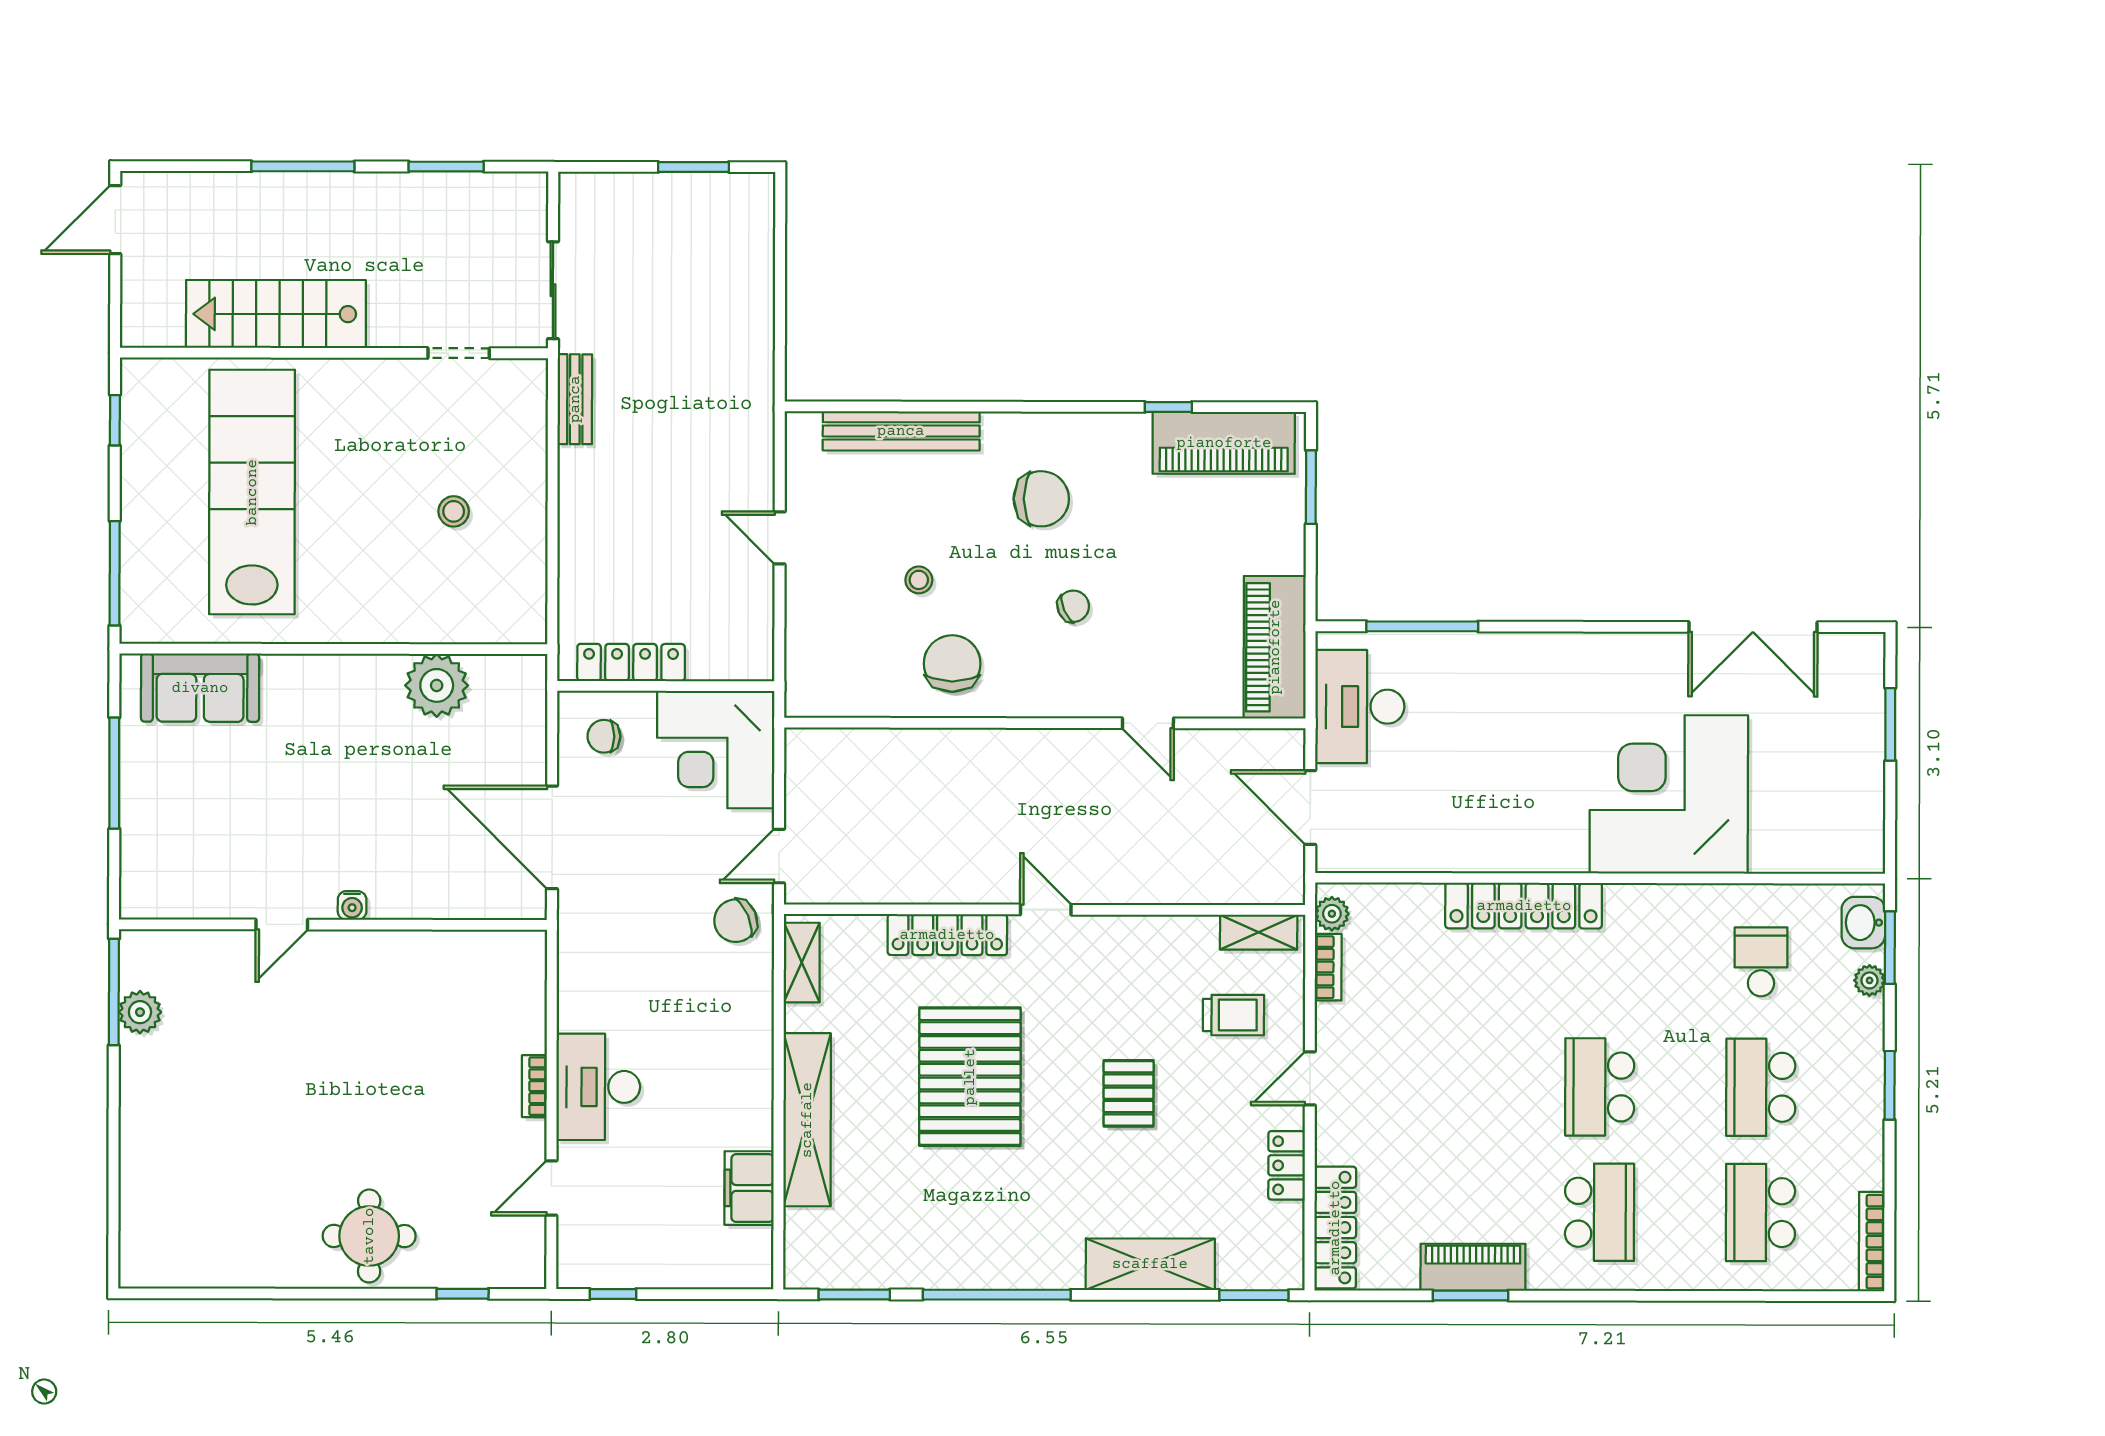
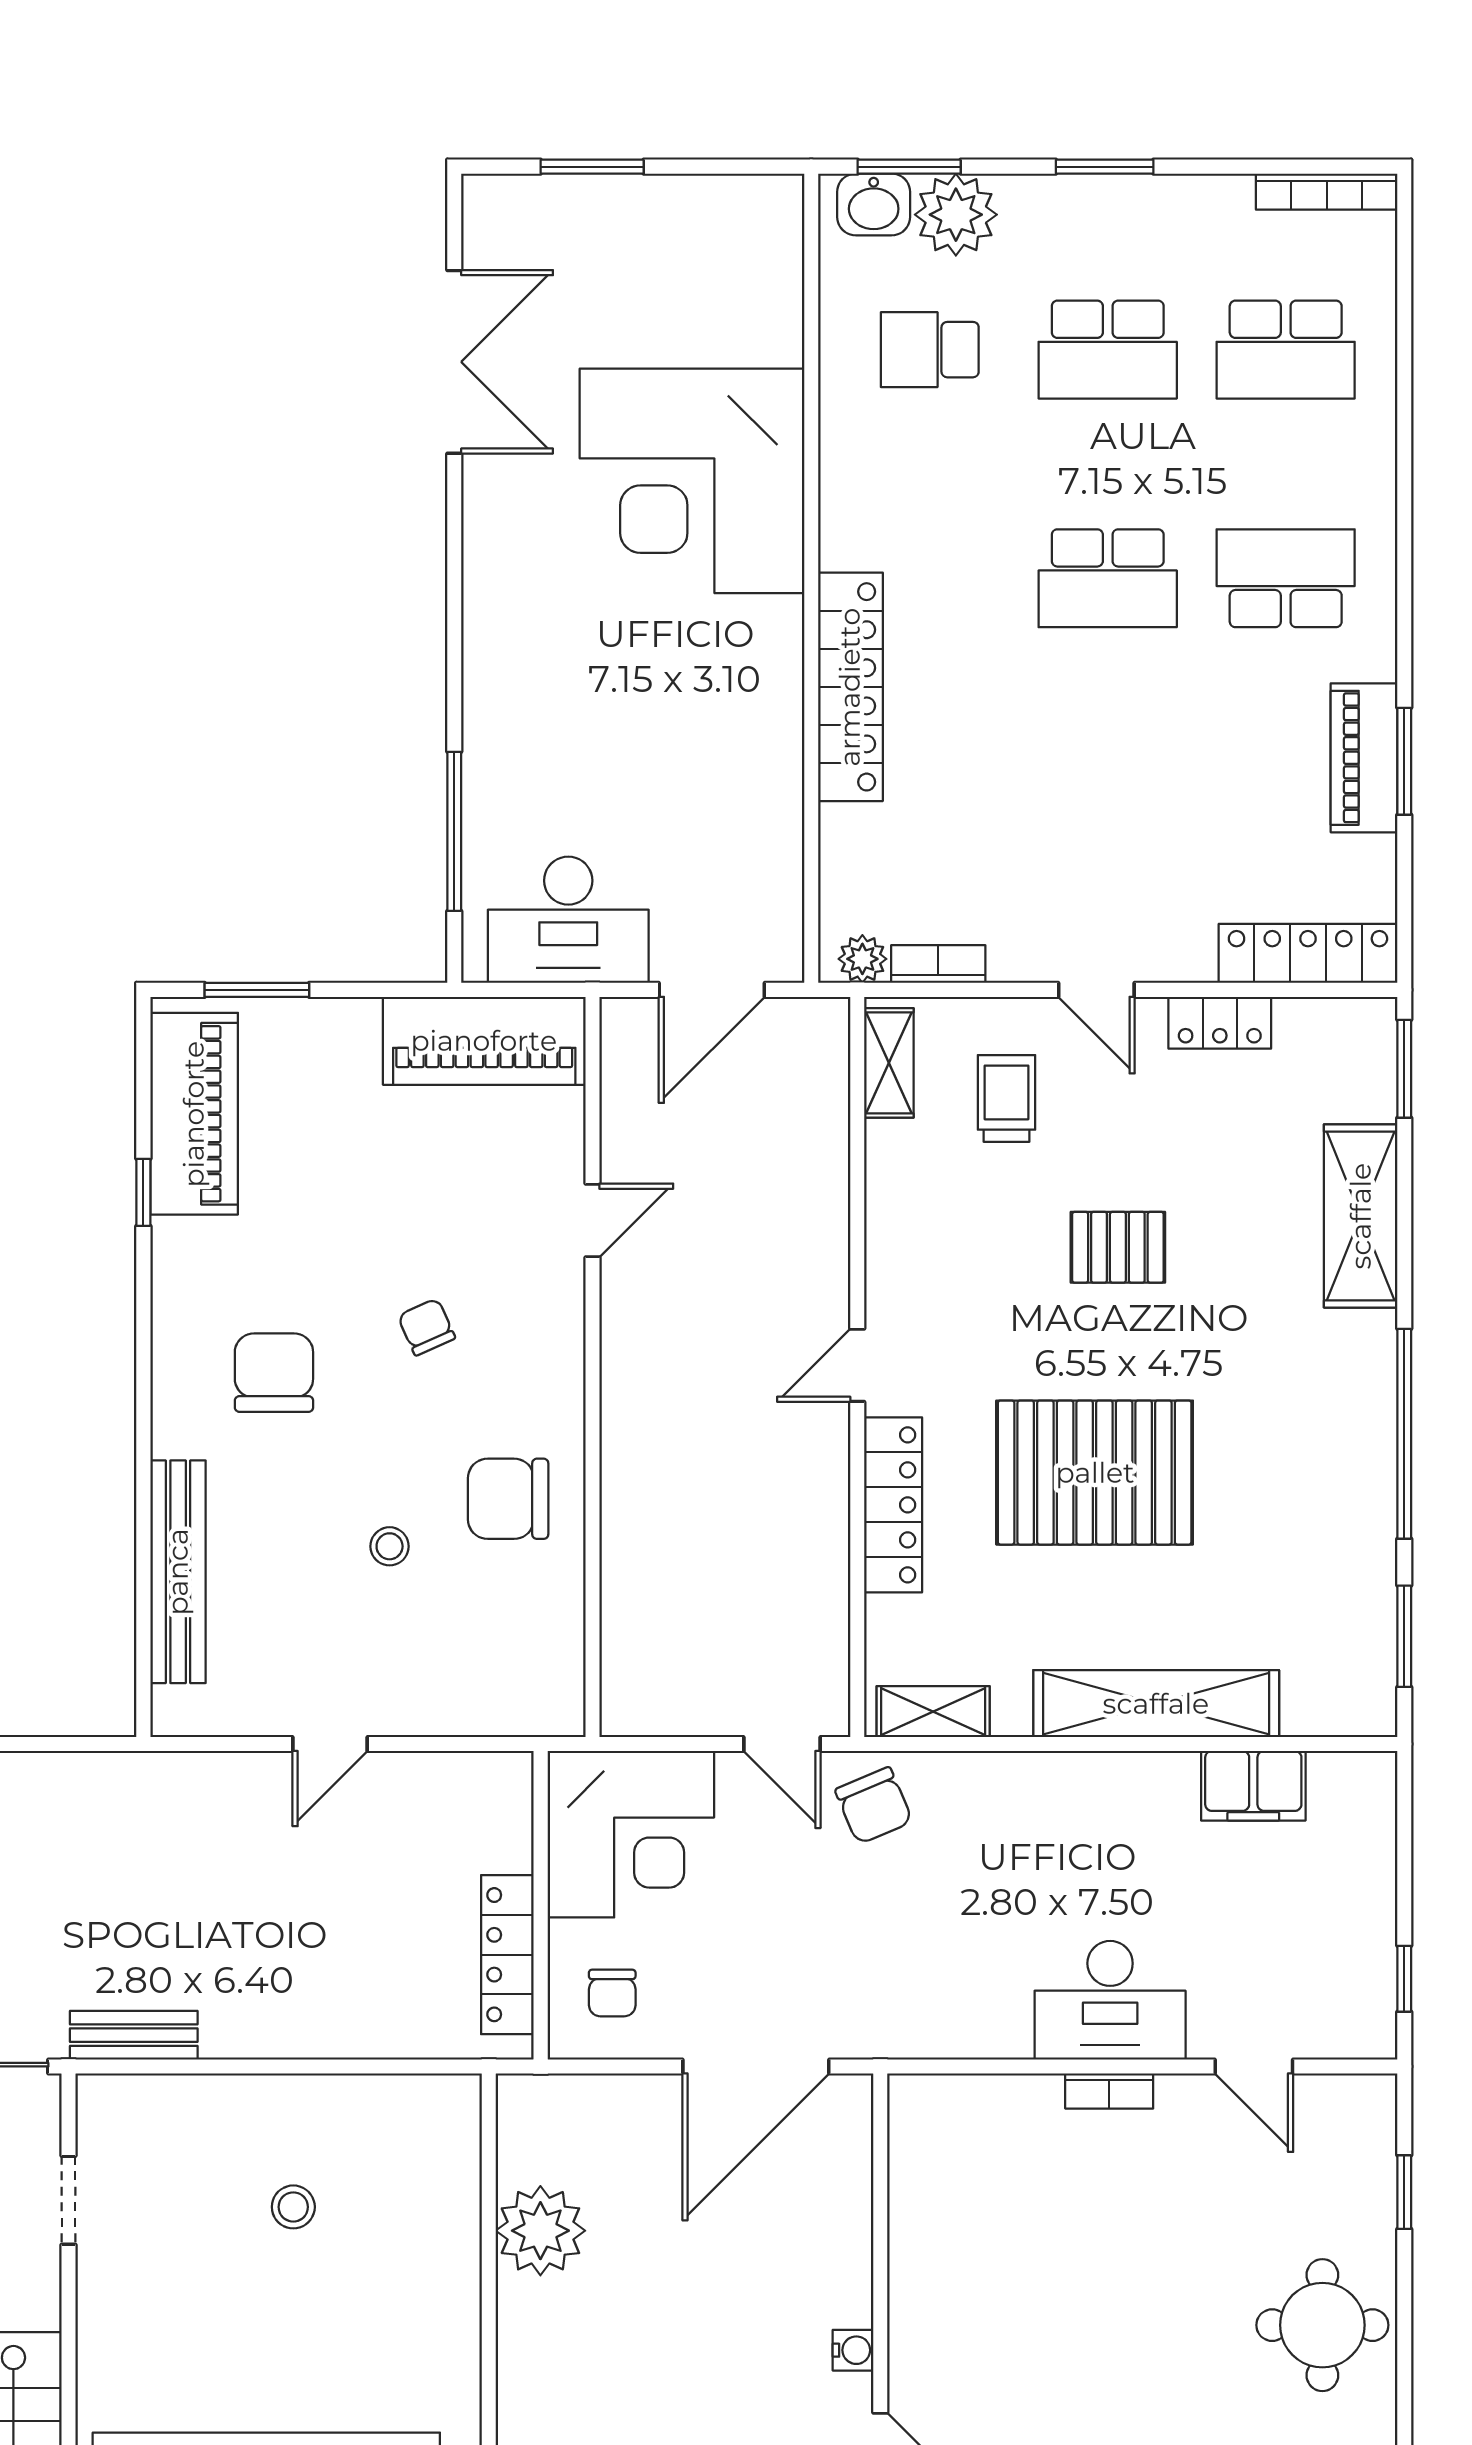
plant: (1870, 980) -> (956, 215), width x1.88, depth x1.88

